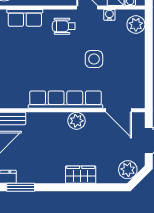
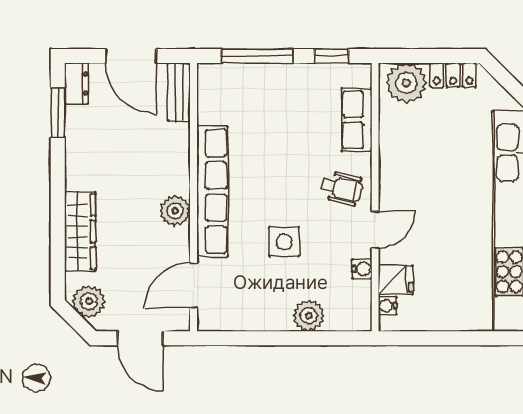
plant: (136, 25) -> (309, 316), moved
wheelchair: (64, 26) -> (342, 188), turned 104
wardrobe: (81, 175) -> (80, 232), width x1.50

